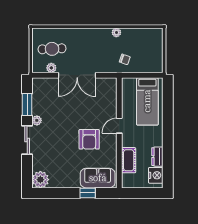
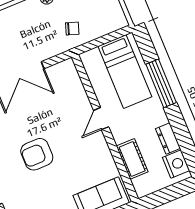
window: (168, 119) -> (161, 83), added
armchair: (89, 139) -> (37, 154), moved, turned 90

